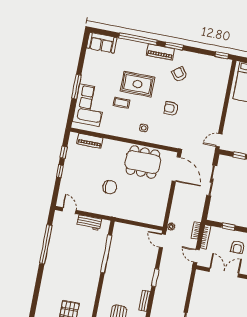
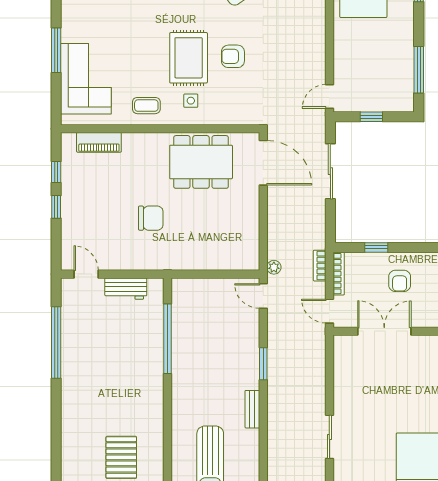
rug: (138, 84) -> (189, 58), moved, turned 90
coffee table: (122, 103) -> (146, 106), moved

